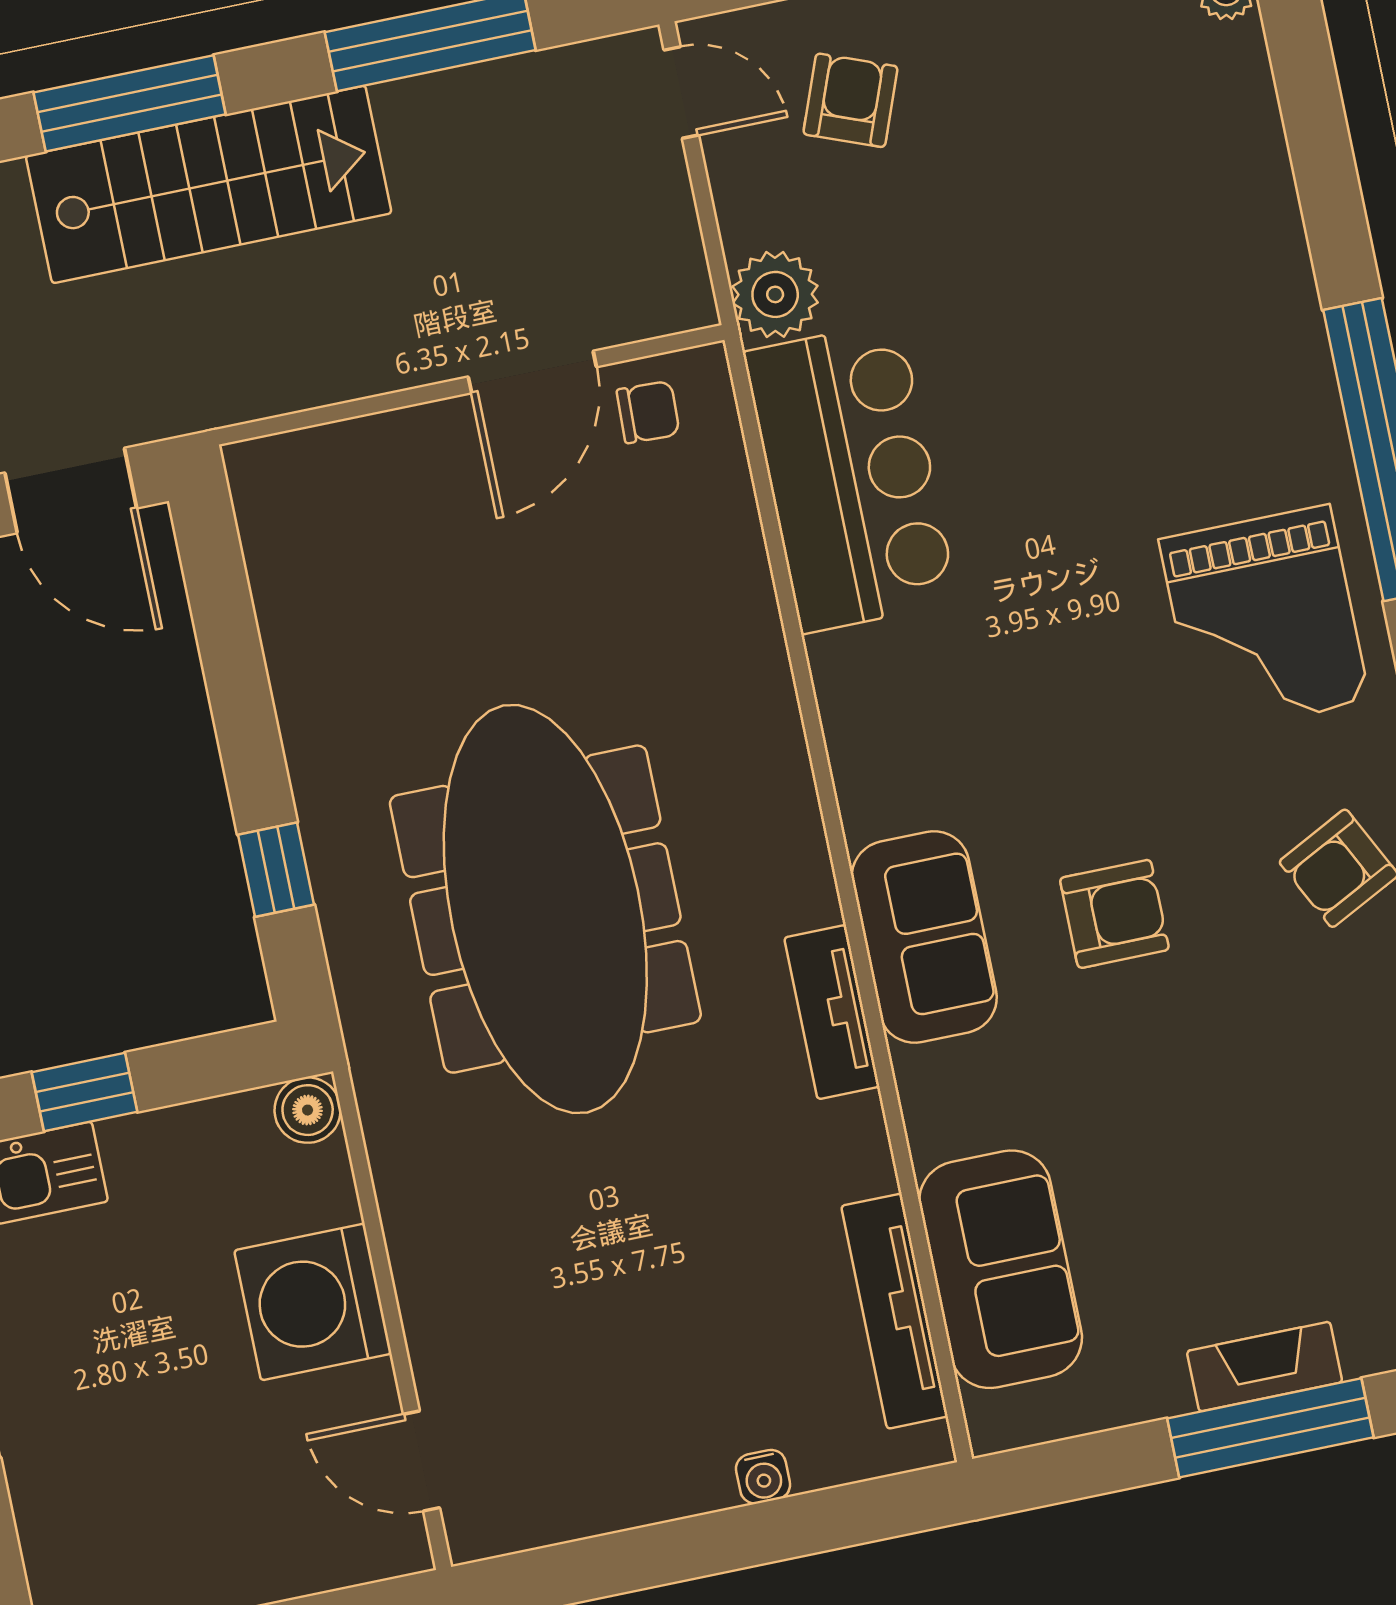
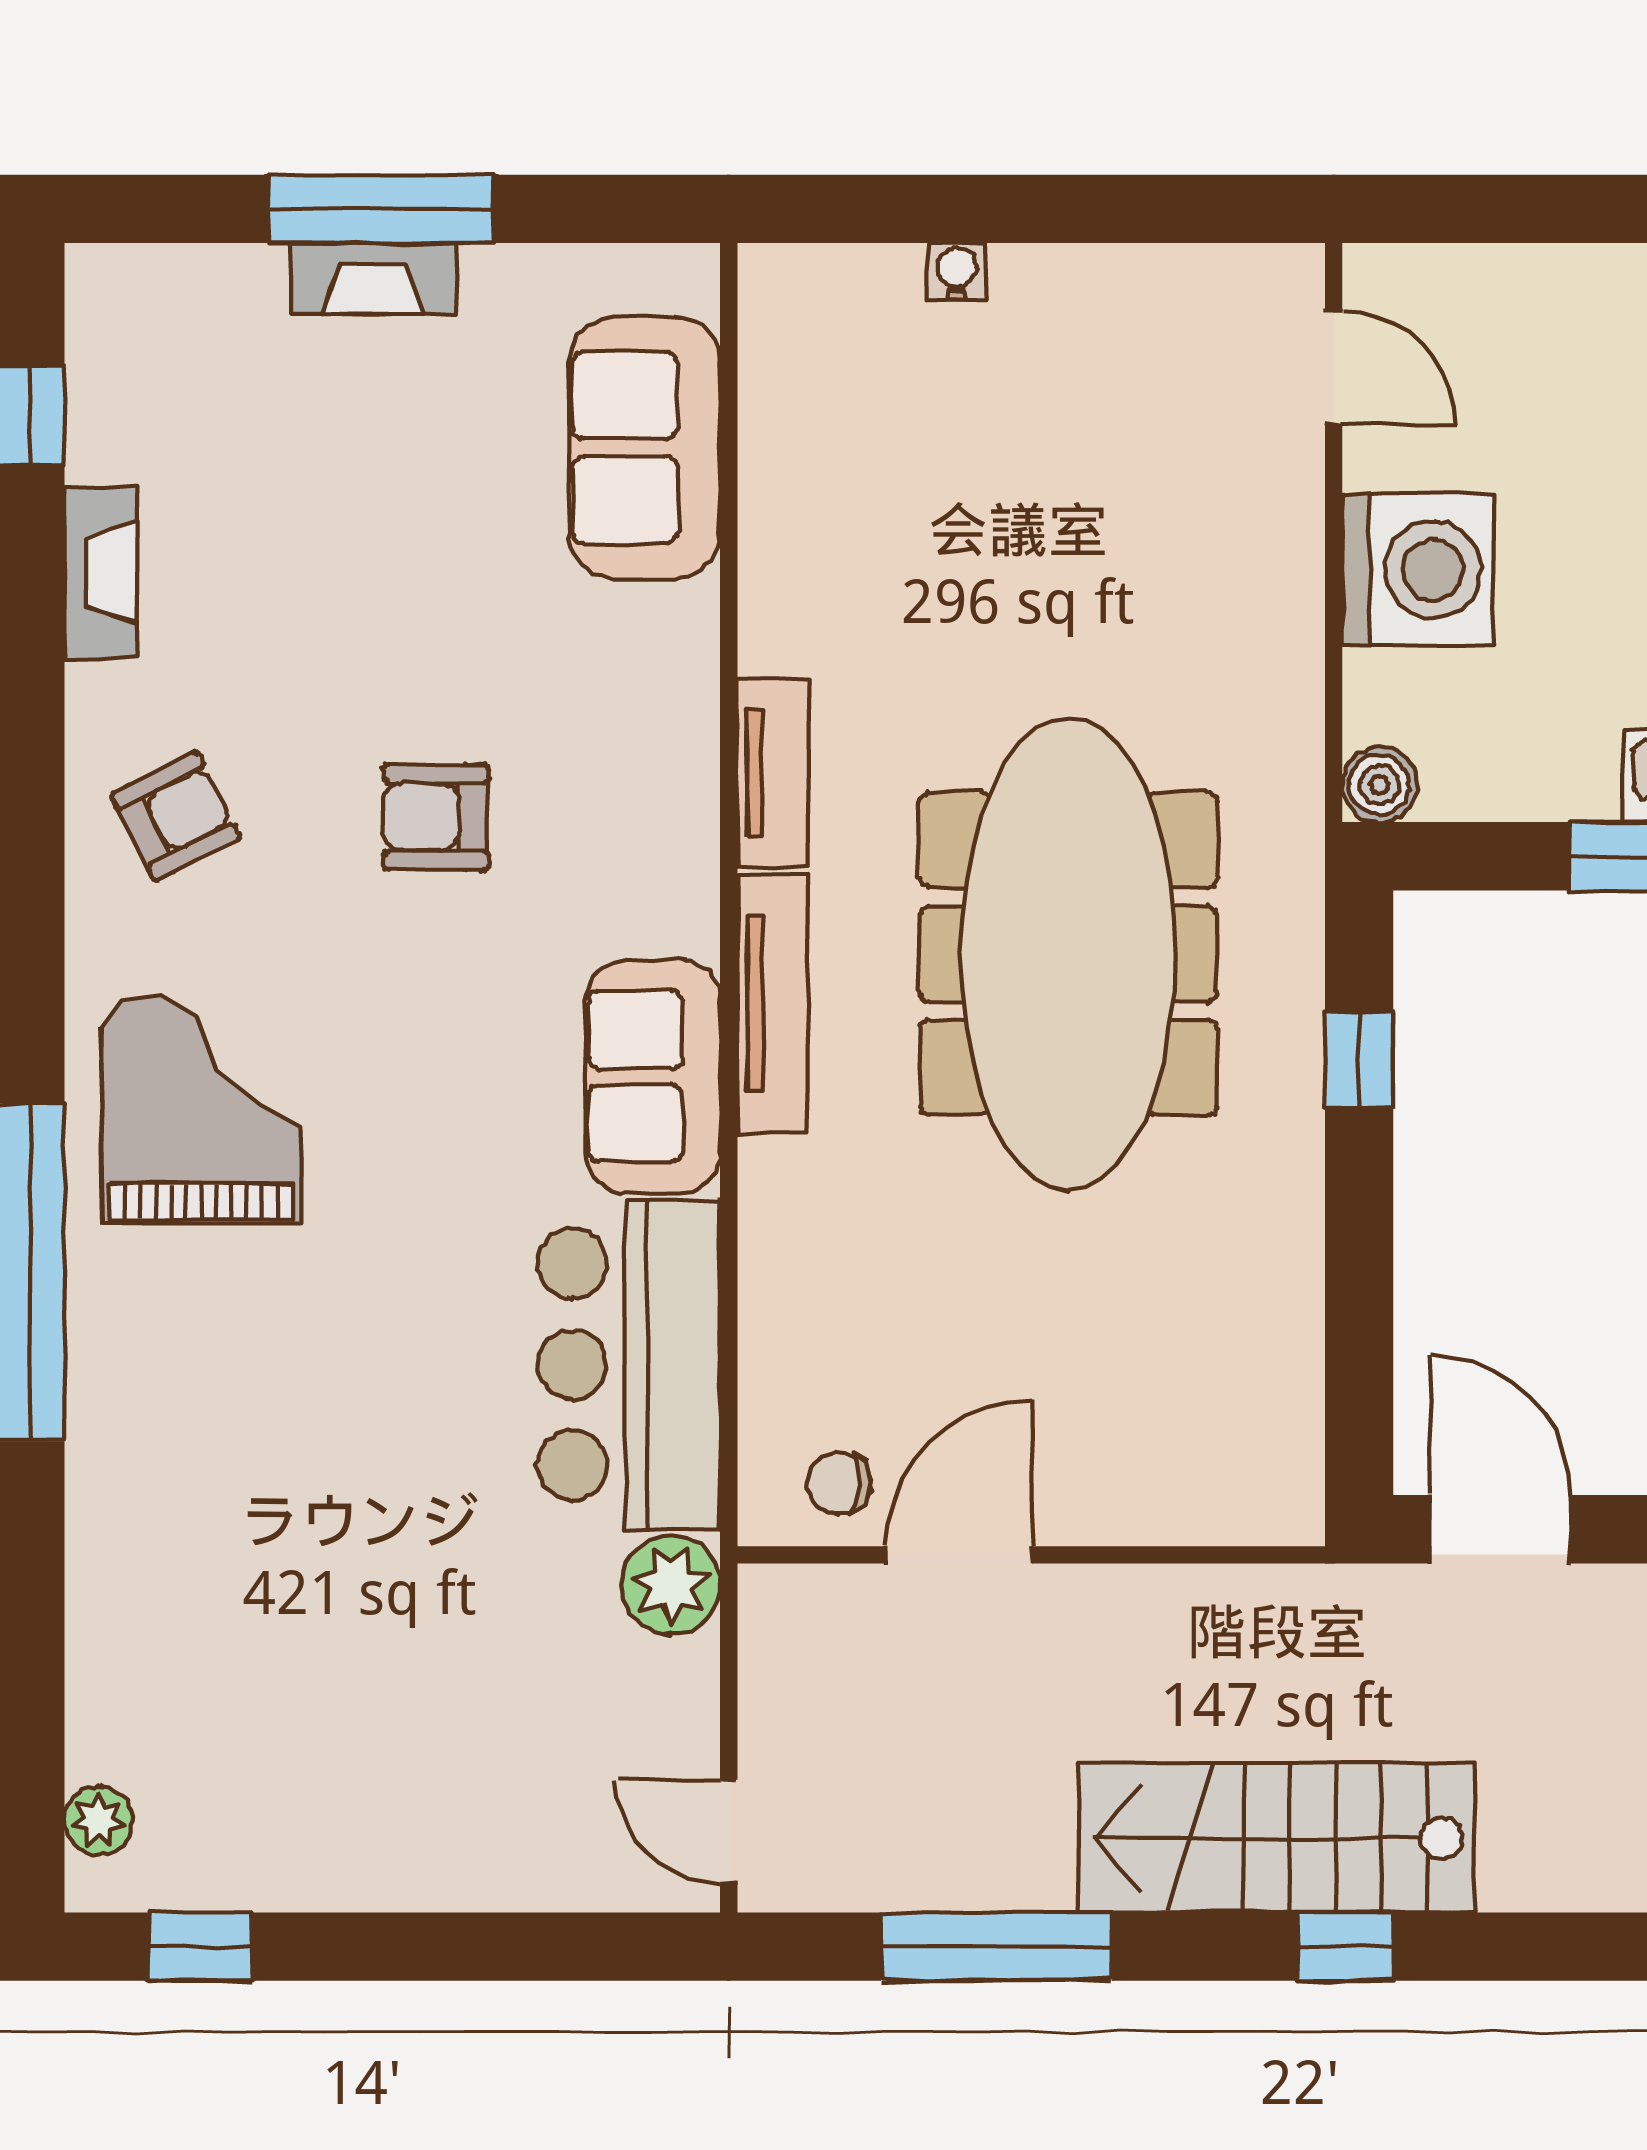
armchair: (850, 100) -> (542, 1784), removed
window: (130, 103) -> (1346, 1947), width x0.46
sofa: (924, 937) -> (653, 1077), moved
tv unit: (894, 1311) -> (772, 1004), moved

